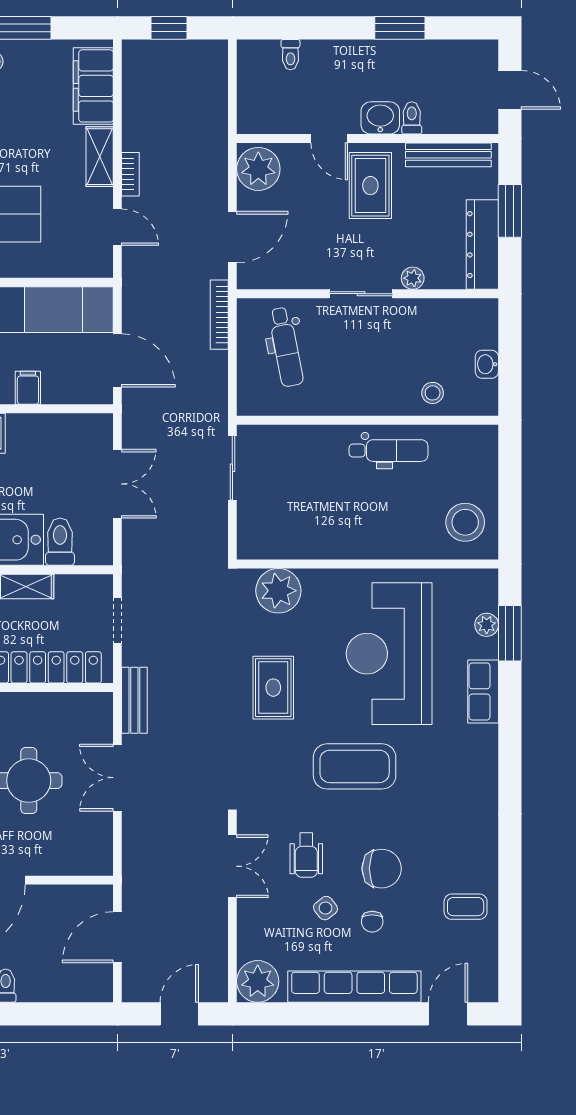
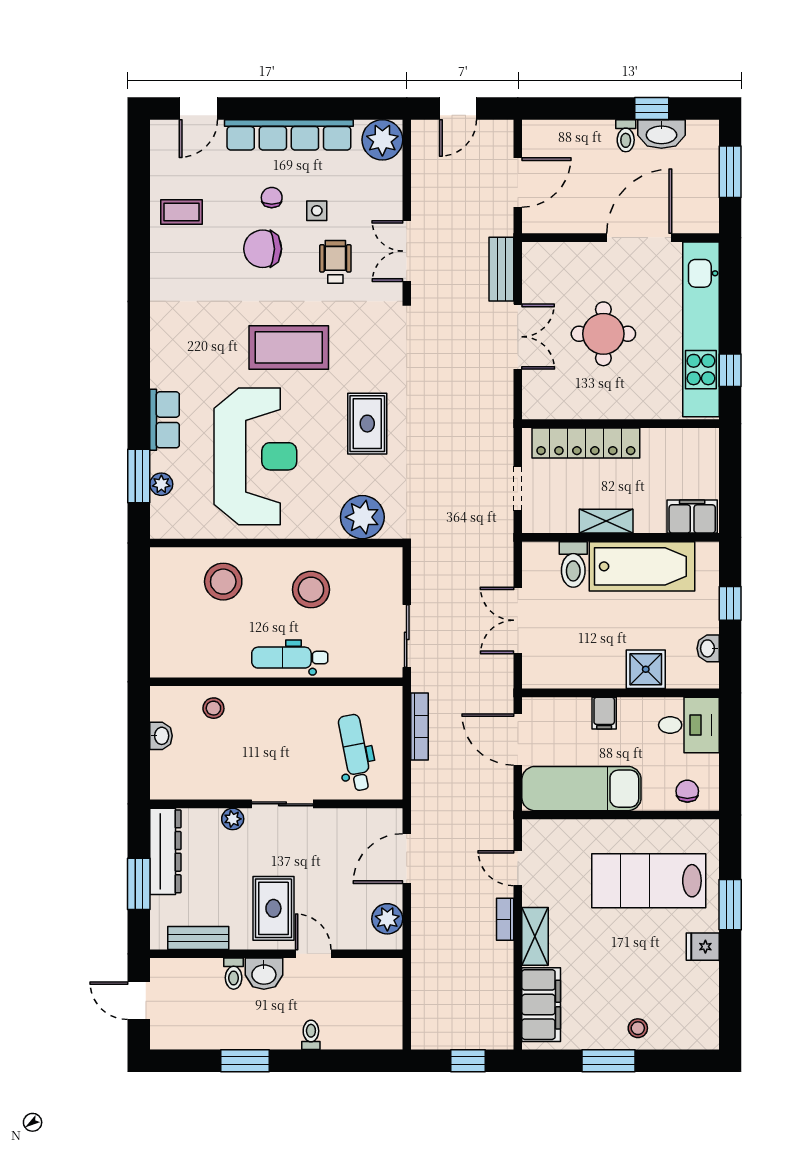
toilet: (290, 55) -> (311, 1035), moved
bench: (448, 155) -> (198, 938), width x0.73
plant: (258, 169) -> (387, 919), width x0.73, depth x0.73
bookcase: (219, 315) -> (419, 726), moved
dental chair: (389, 451) -> (290, 658), moved
stool: (332, 516) -> (311, 590), added
stool: (465, 522) -> (223, 582), moved
bench: (134, 700) -> (501, 269), moved
side table: (326, 908) -> (317, 211), turned 38

